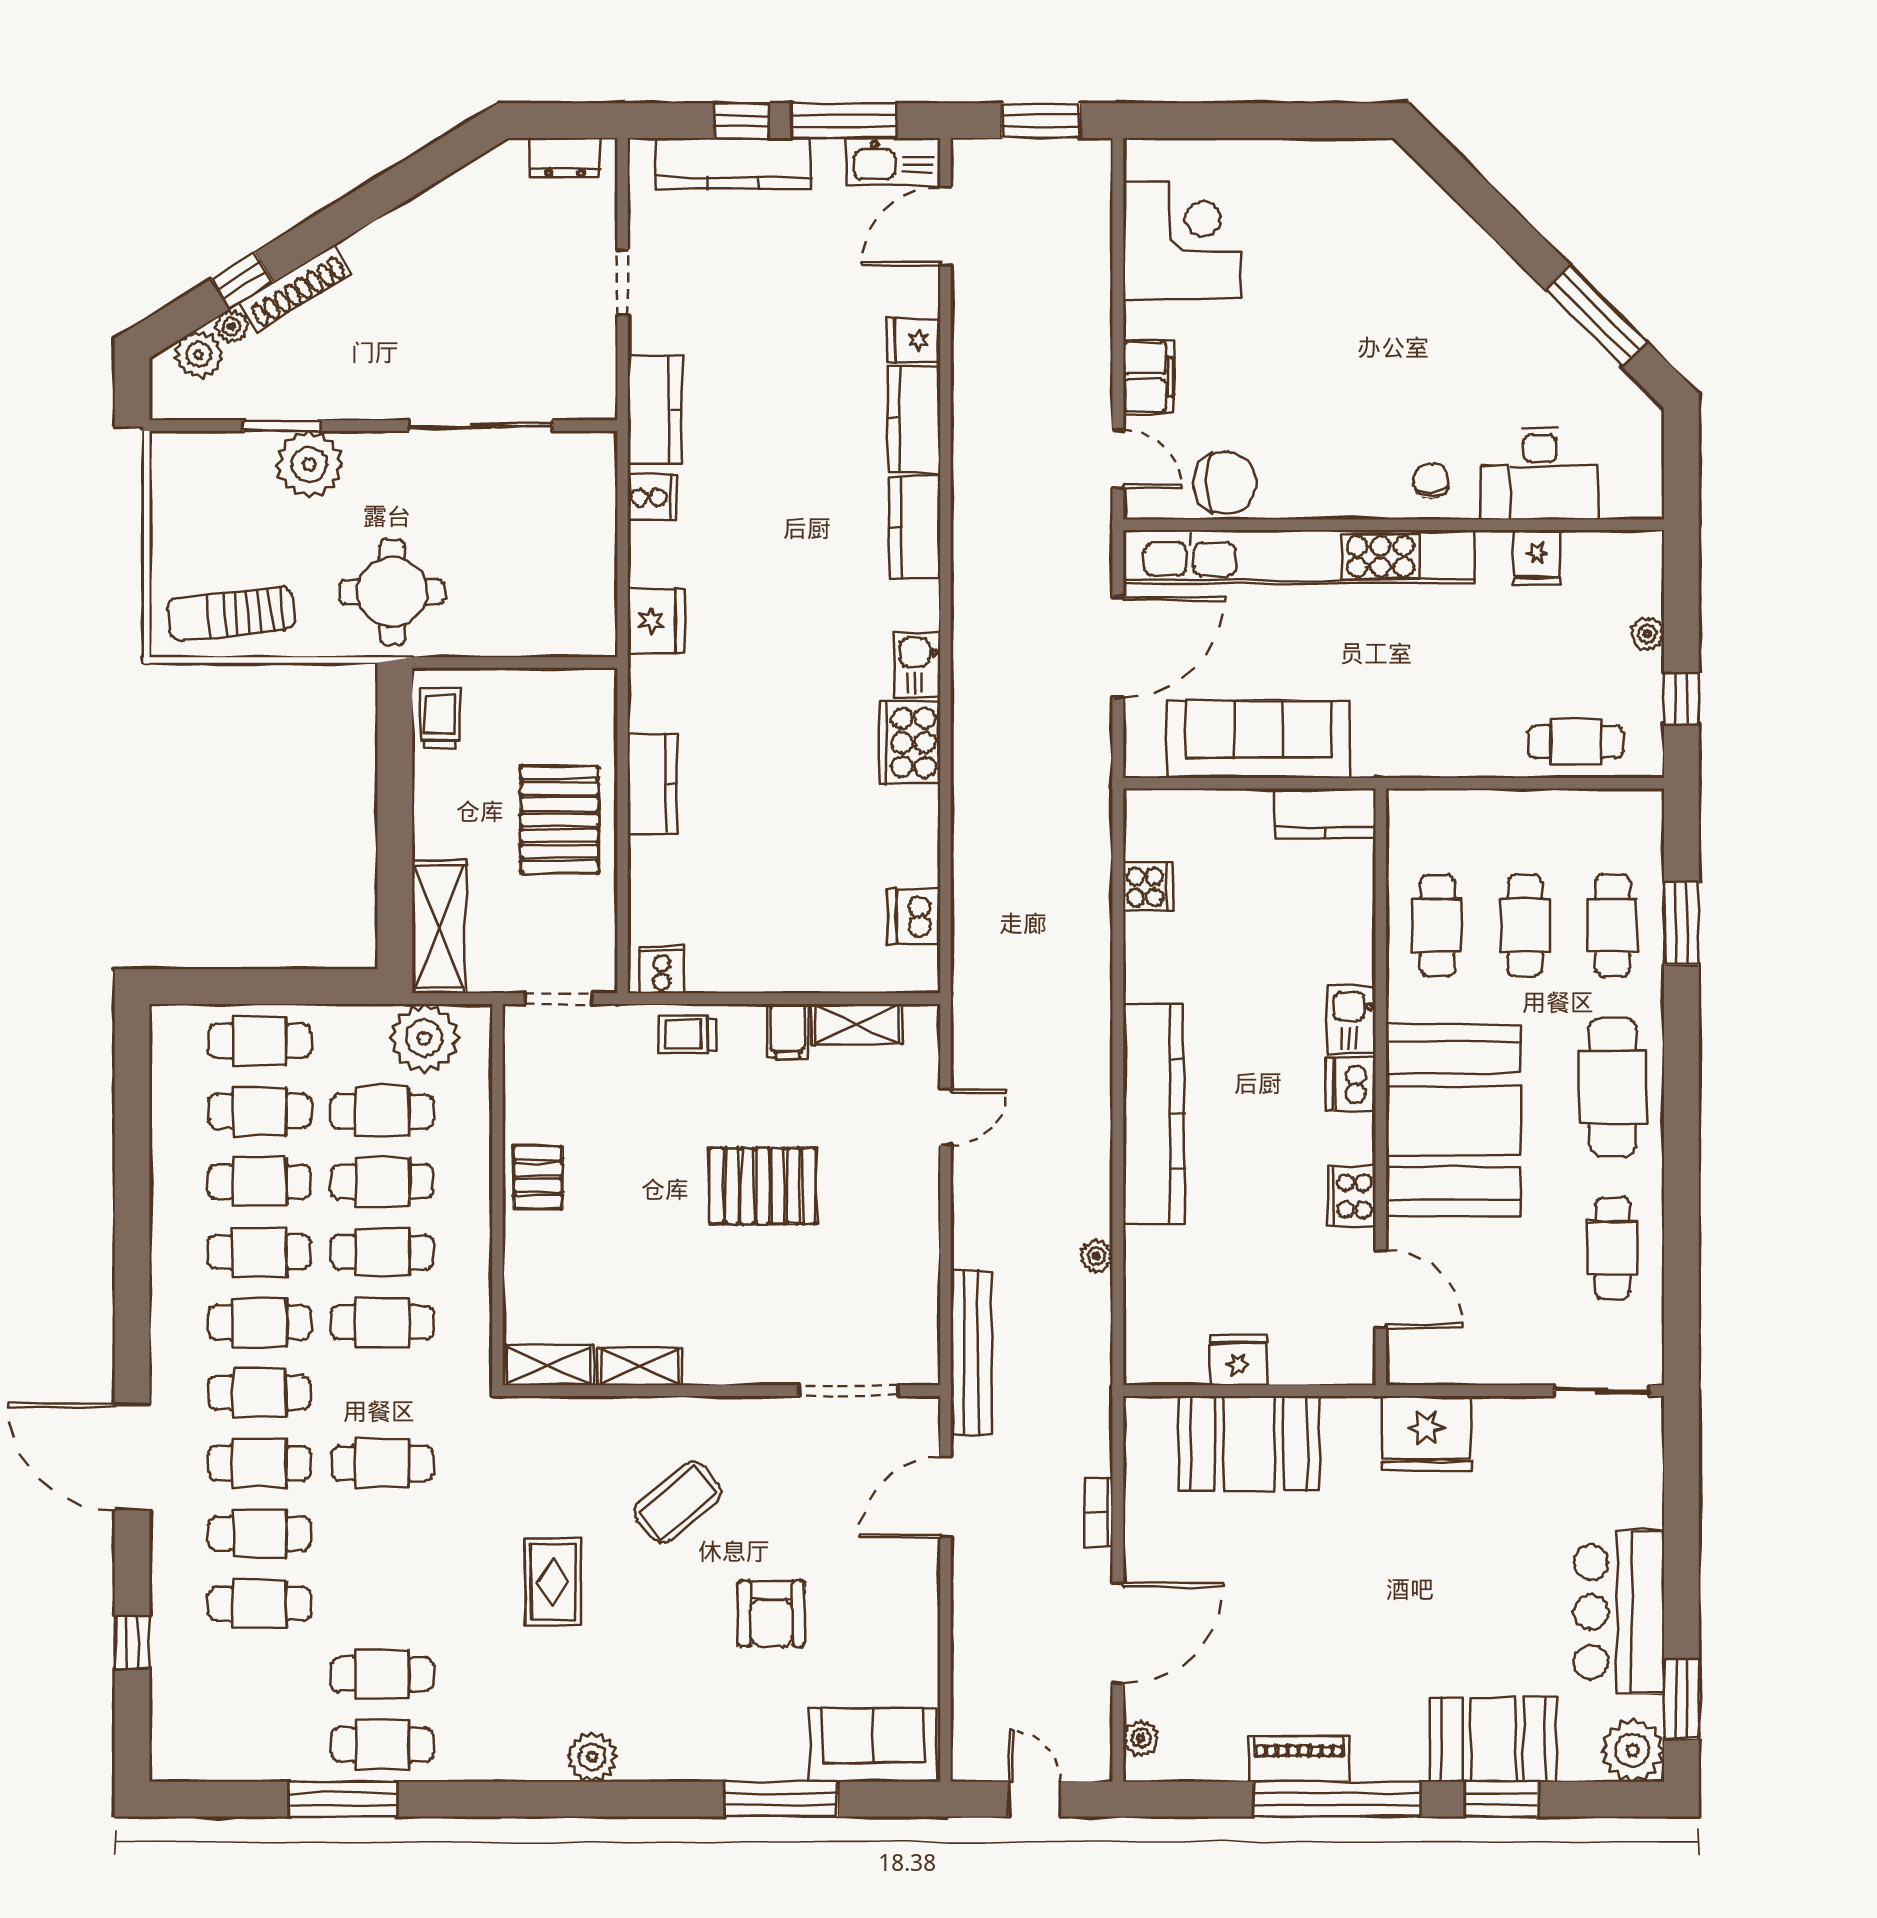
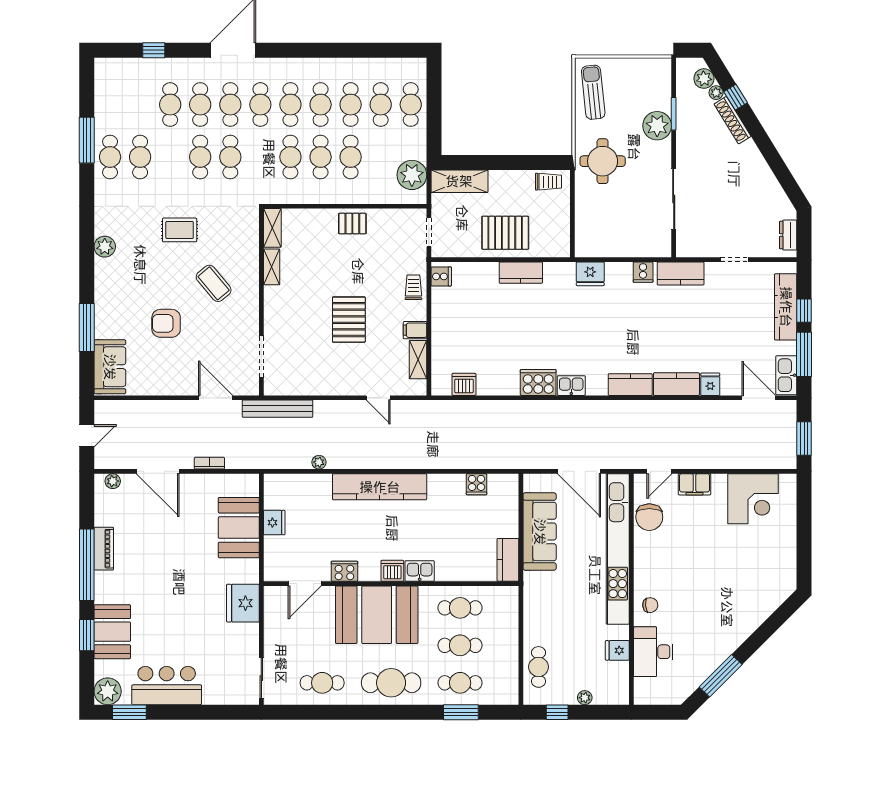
cafe table: (382, 1111) -> (200, 157), moved

